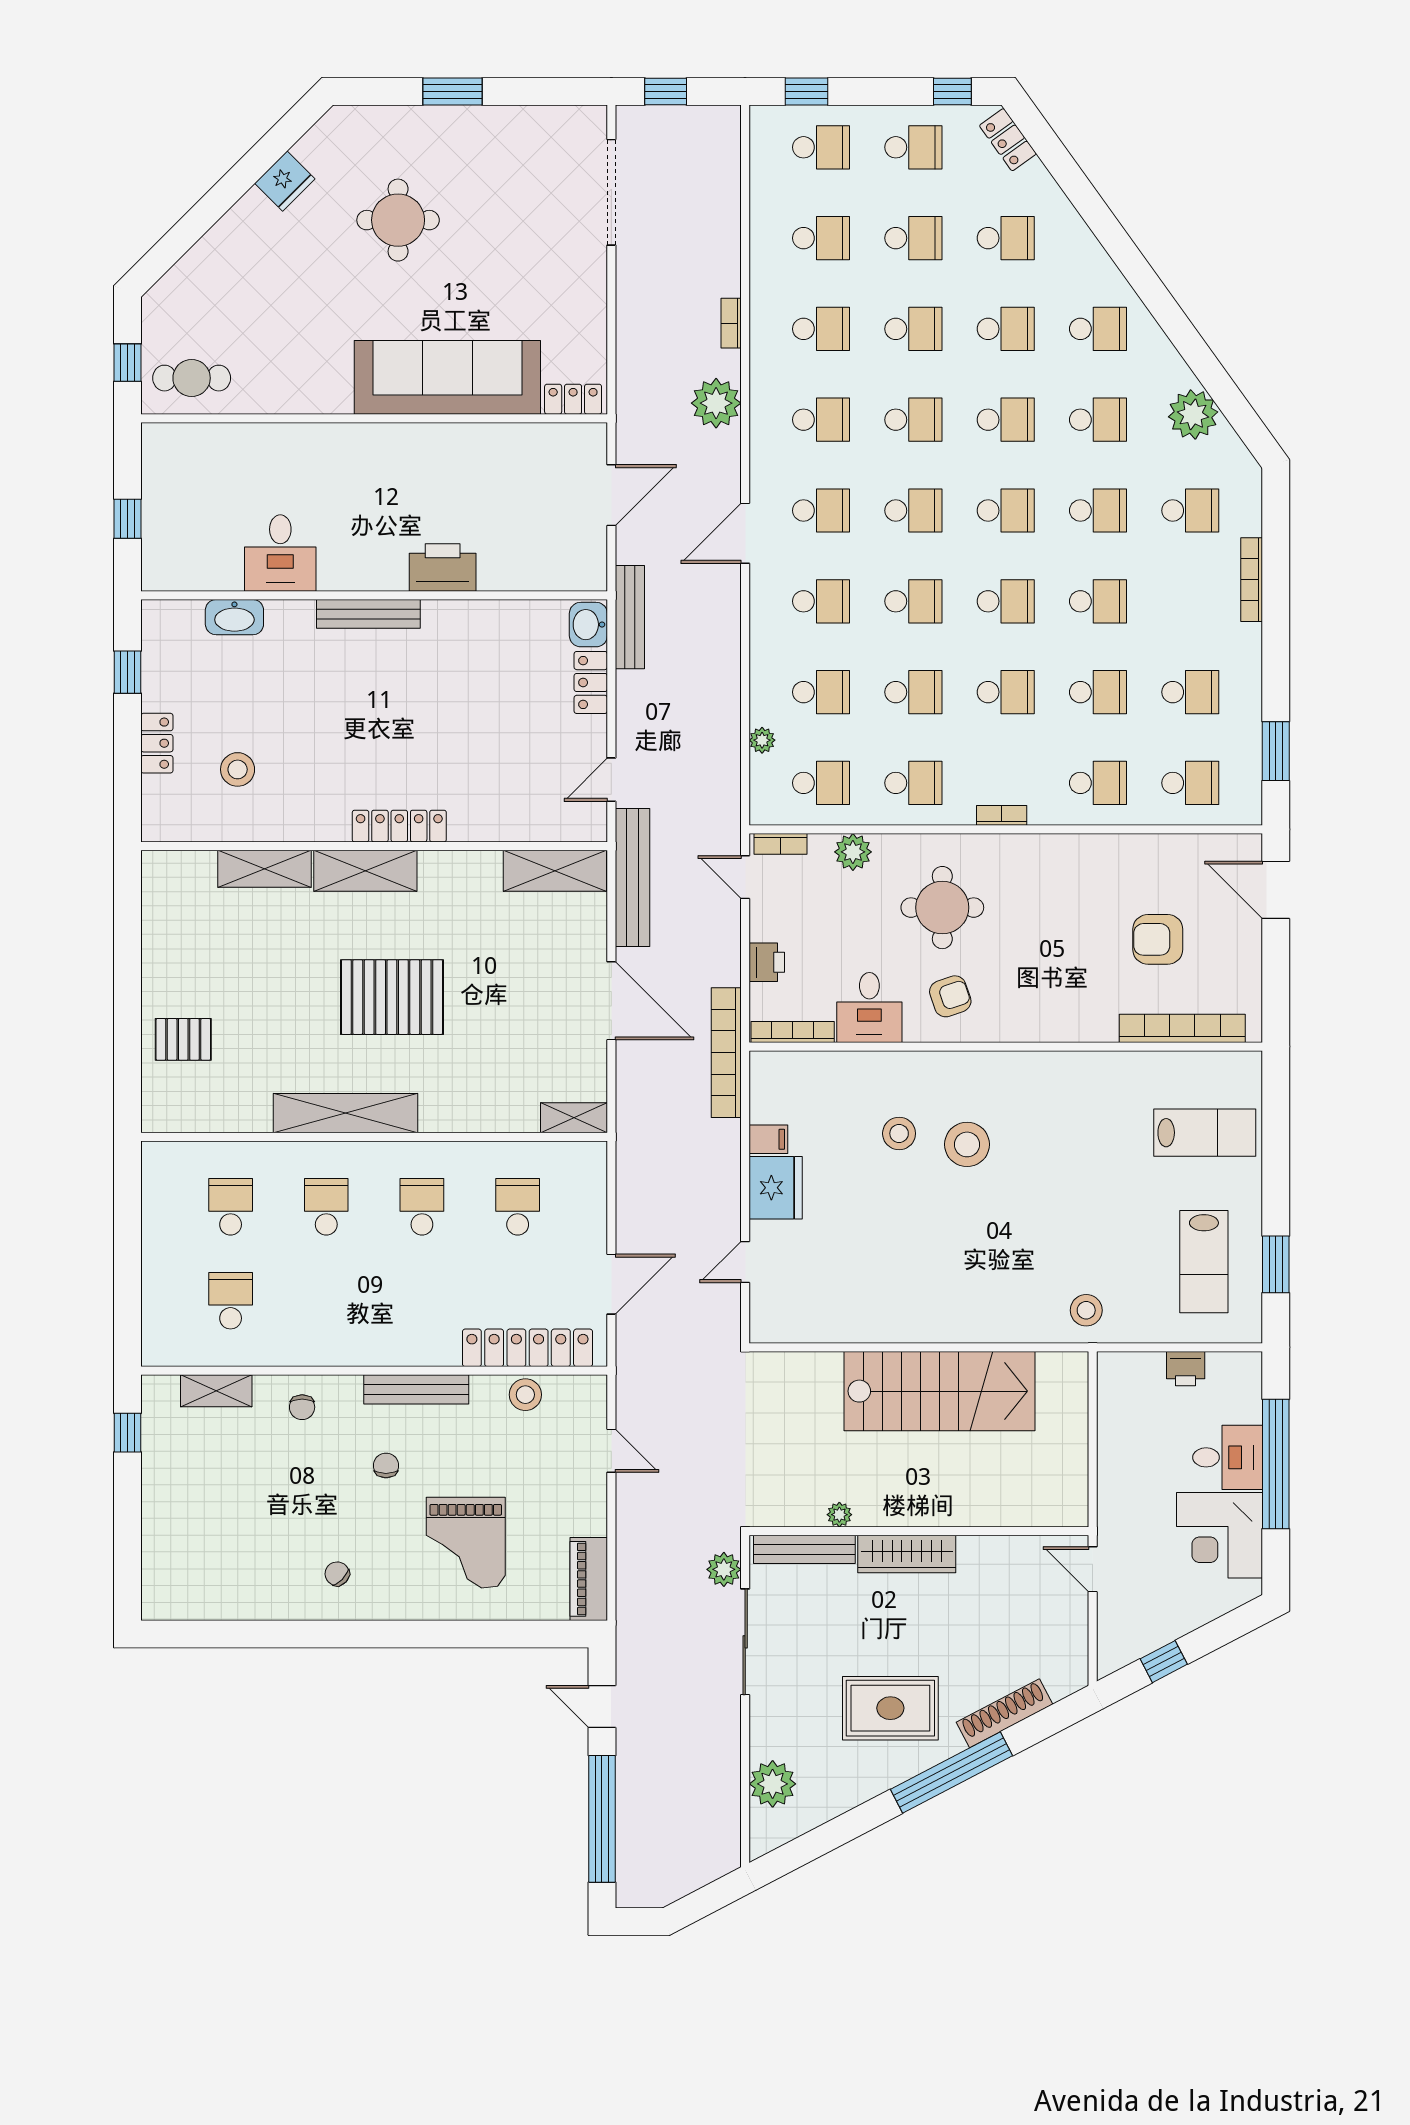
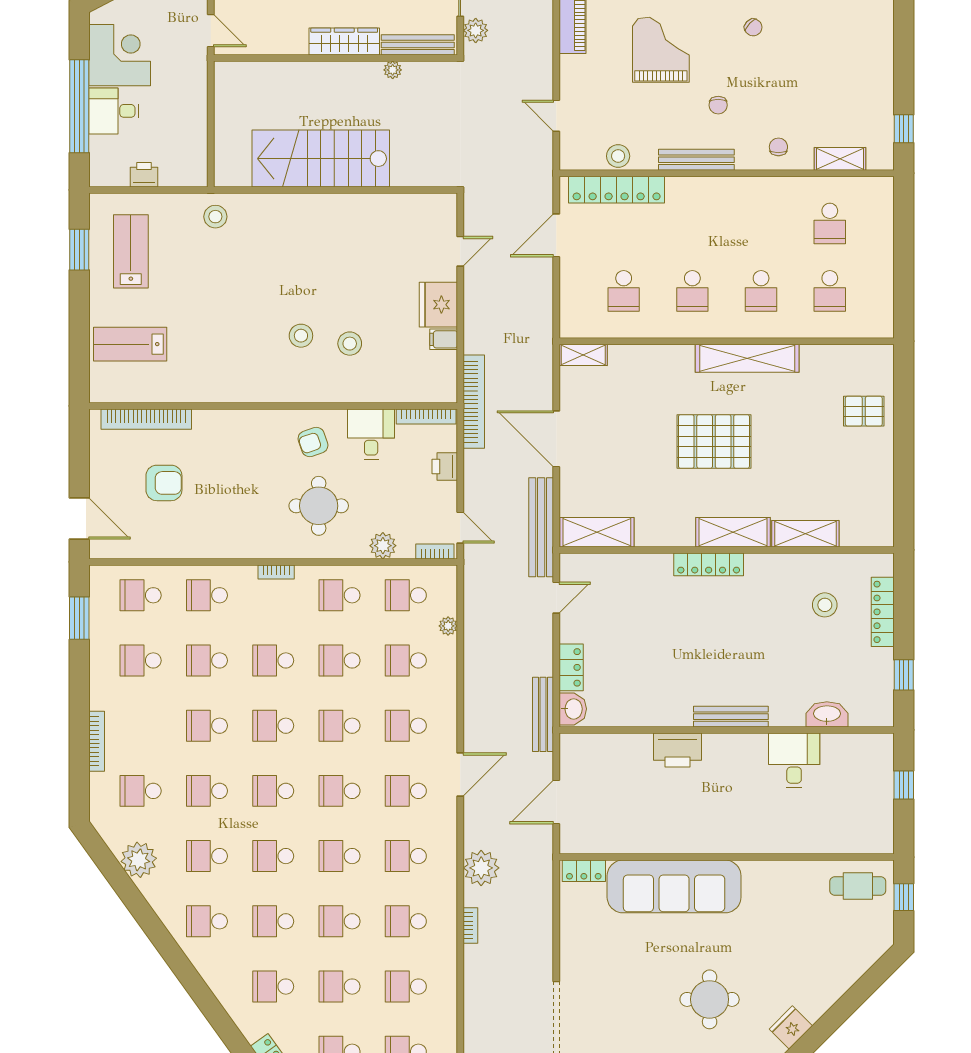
locker: (157, 743) -> (883, 612), width x1.53
stool: (967, 1144) -> (301, 336), width x0.73, depth x0.73

